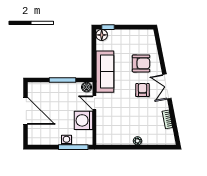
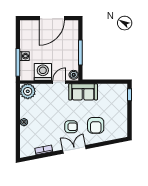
floor lamp: (102, 35) -> (122, 89), removed
sofa: (105, 72) -> (83, 92), width x0.73
plant: (104, 137) -> (28, 91), added

